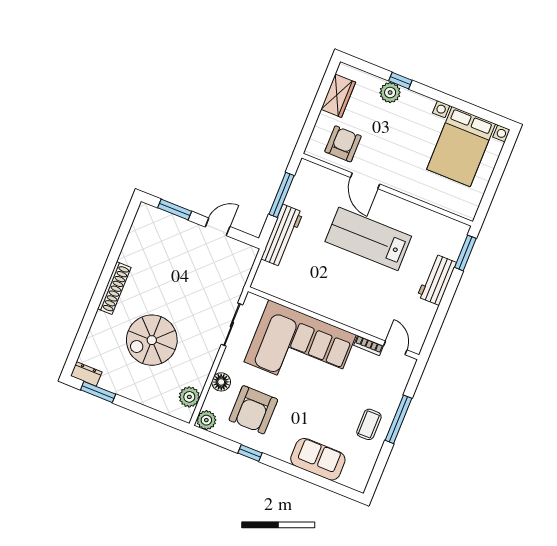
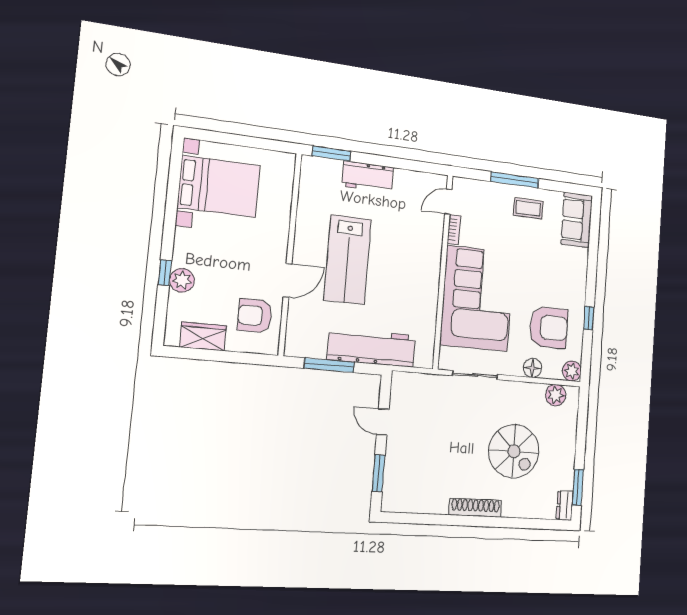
workbench: (282, 236) -> (372, 348), width x1.36, depth x1.32
sofa: (318, 459) -> (577, 220), moved

